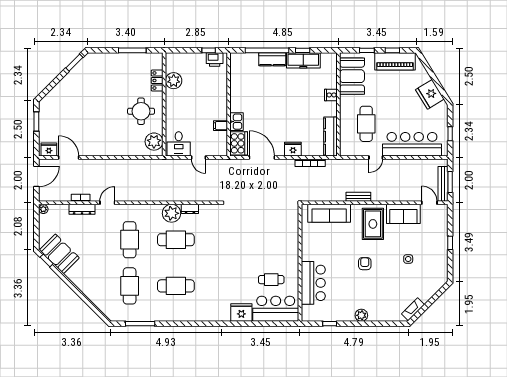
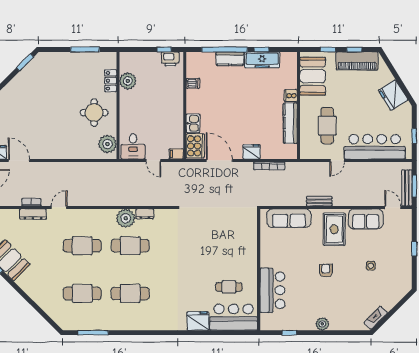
dishwasher: (236, 83) -> (193, 83), added
filing cabinet: (220, 126) -> (176, 154), moved
kitchen counter: (330, 137) -> (290, 123), moved
cafe table: (130, 240) -> (82, 246), turned 90
cafe table: (130, 286) -> (82, 294), turned 90

